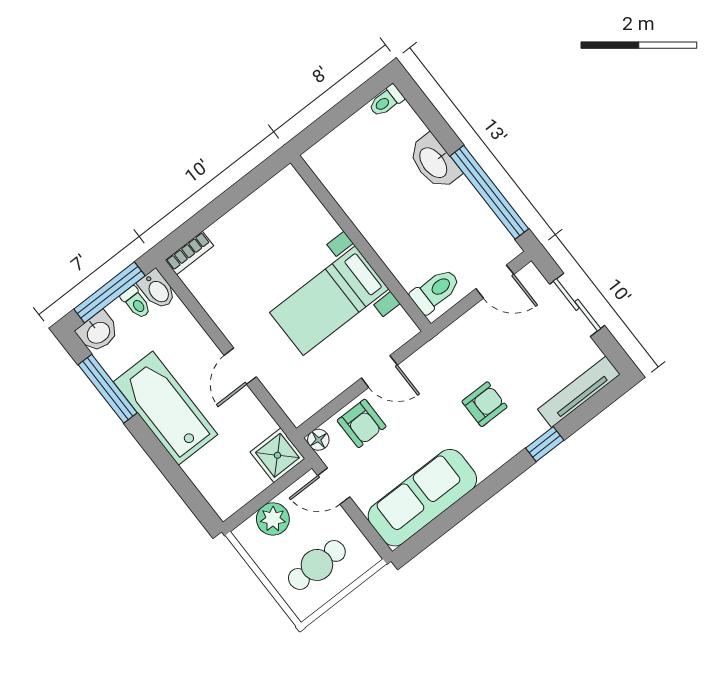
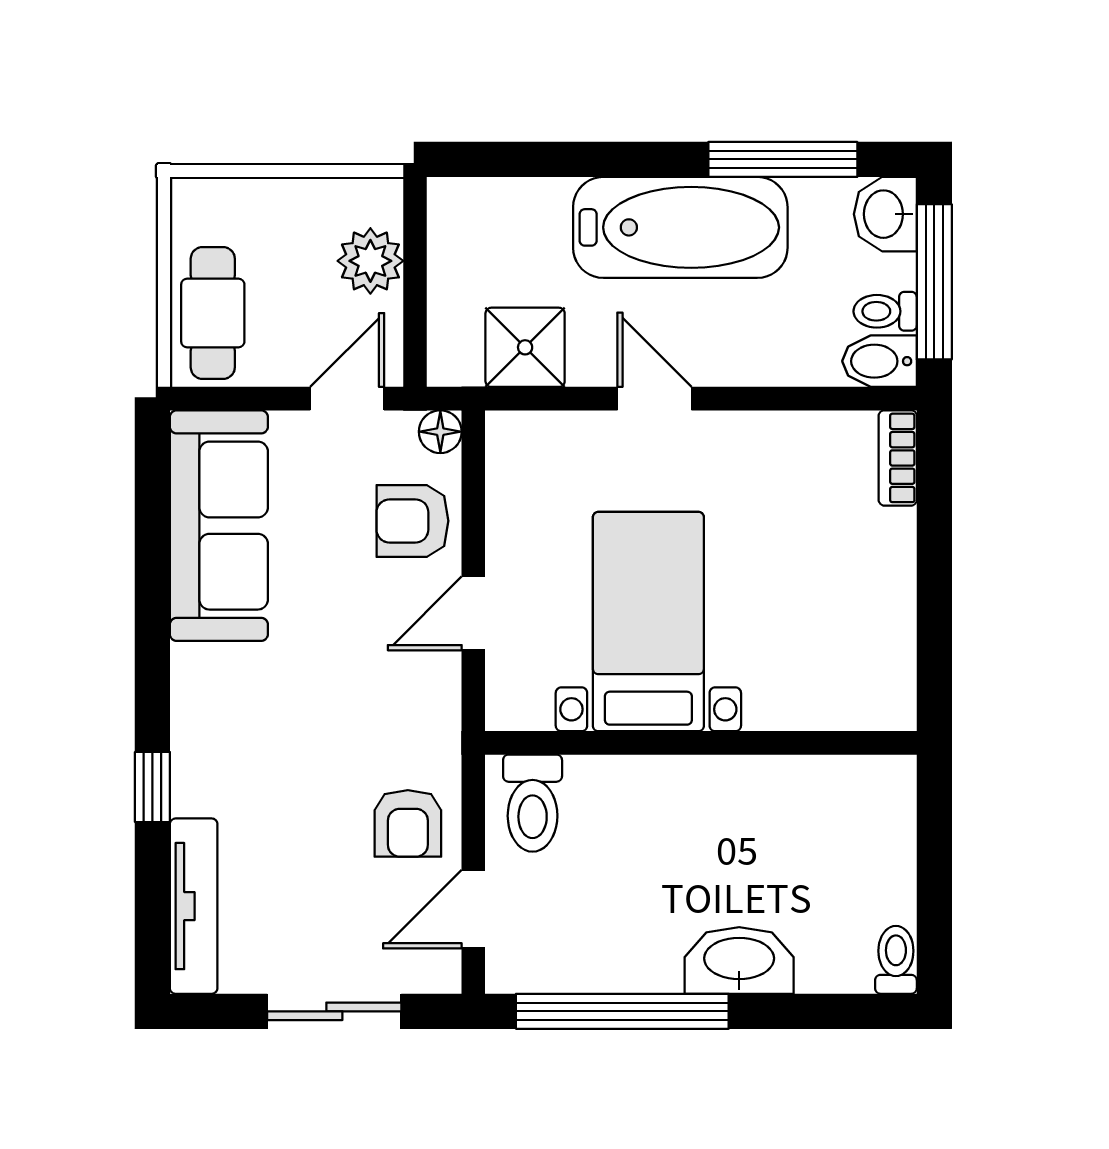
armchair: (485, 404) -> (408, 823), moved
shower: (277, 455) -> (525, 347), moved
cafe table: (317, 565) -> (213, 313), moved

